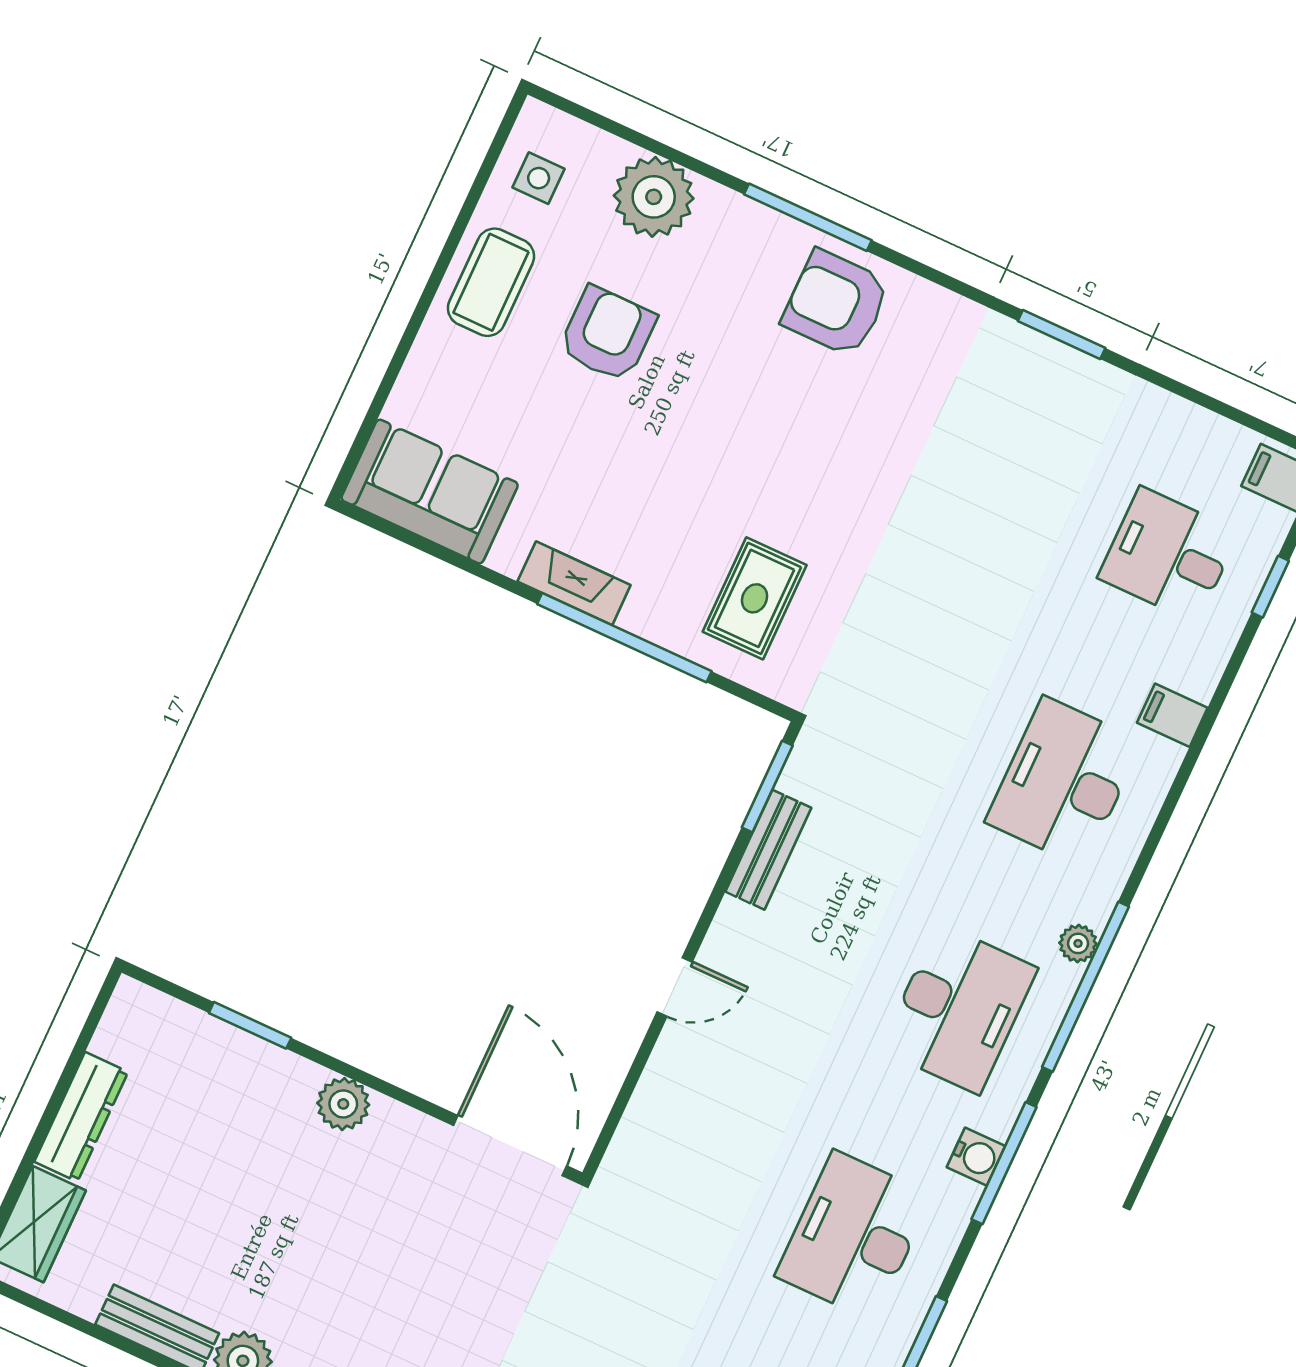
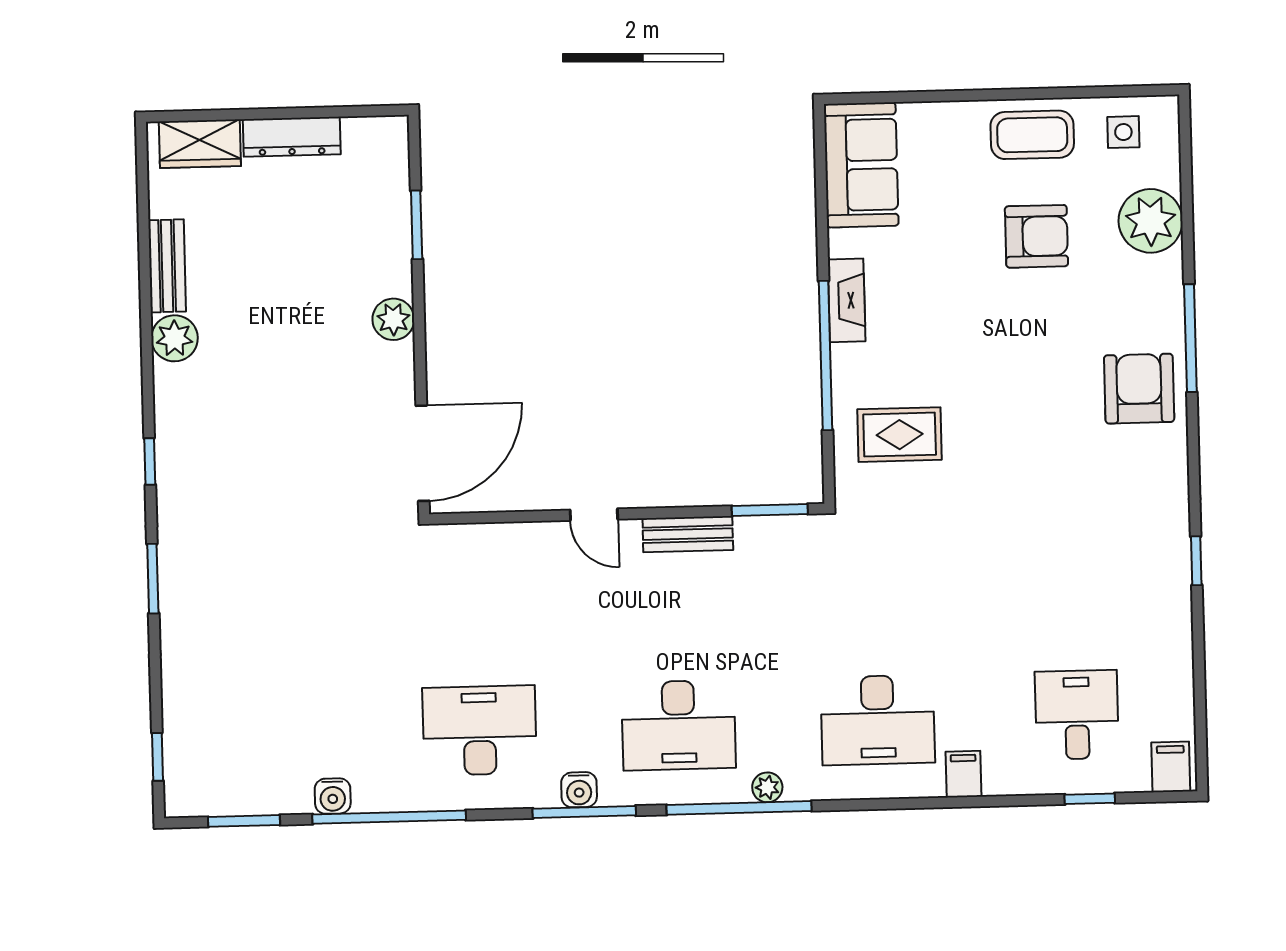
window: (1062, 335) -> (1196, 561), width x0.67
desk: (1064, 782) -> (878, 720), turned 180
bench: (768, 850) -> (688, 534), moved

